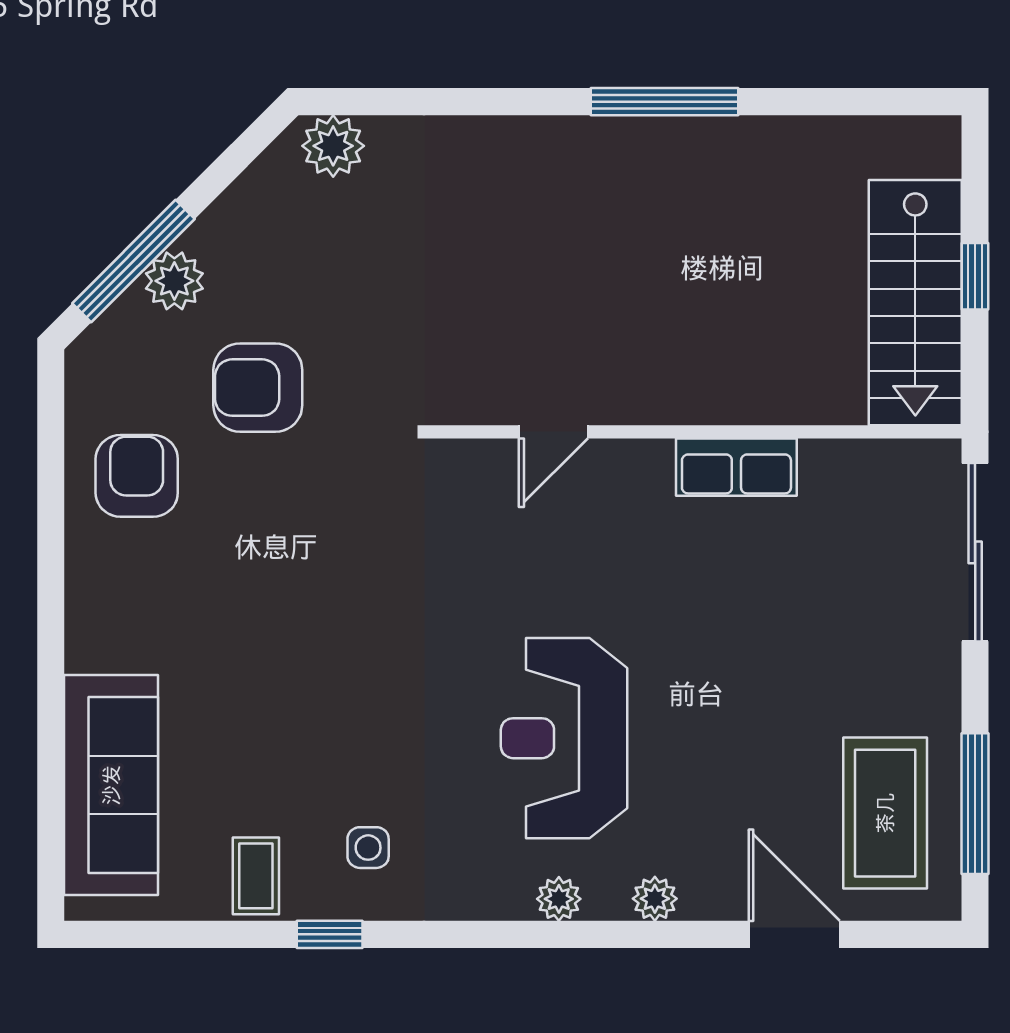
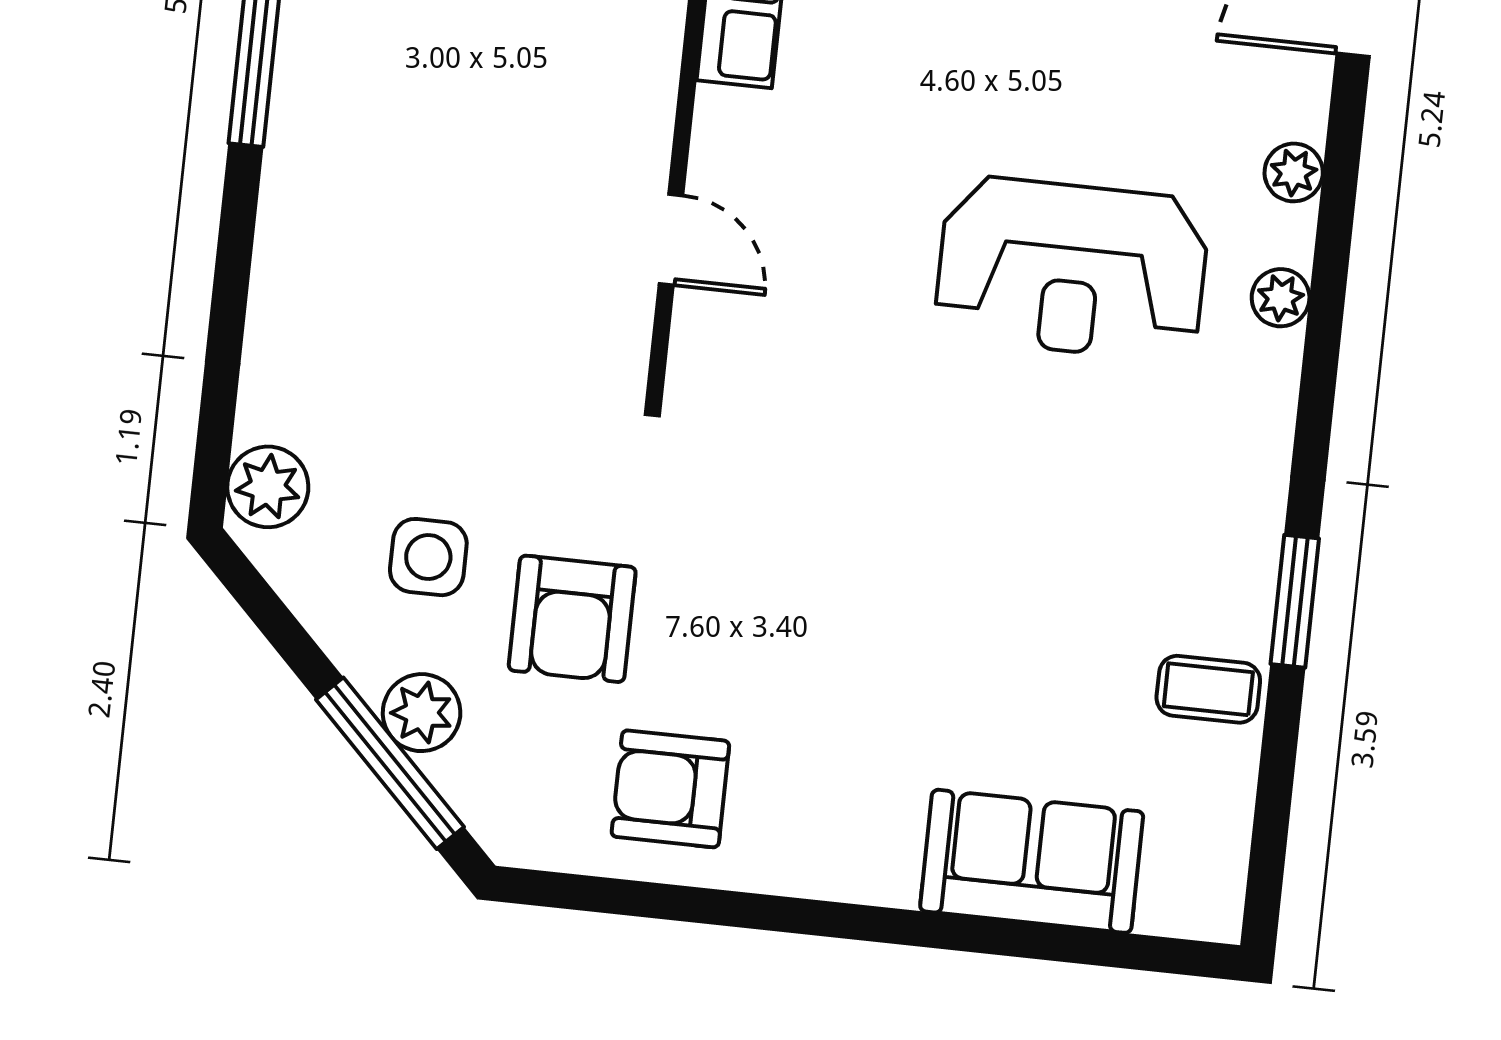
sofa: (111, 785) -> (1032, 861), width x0.73
side table: (368, 848) -> (428, 557), moved, width x1.37, depth x1.37
window: (330, 934) -> (1295, 601), width x1.50

